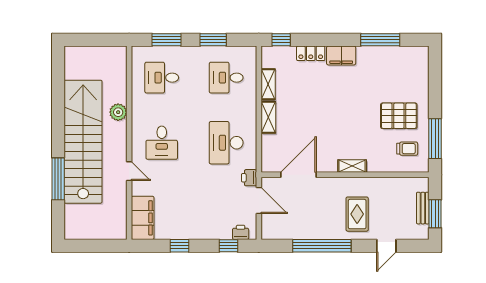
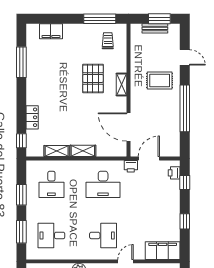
filing cabinet: (341, 55) -> (51, 31), moved, turned 90
desk: (162, 78) -> (51, 235), turned 90
pallet: (399, 116) -> (93, 78), moved

